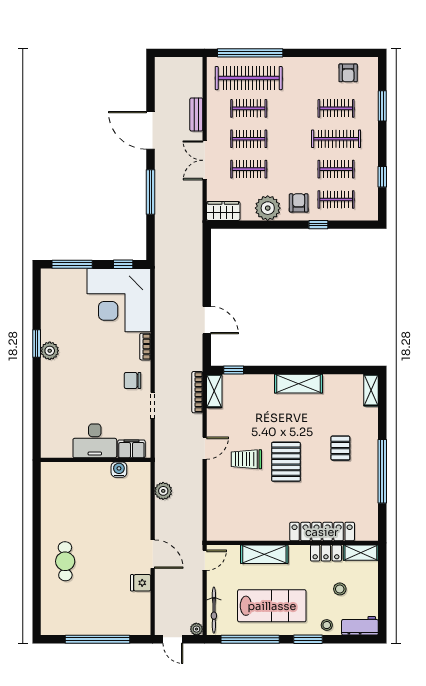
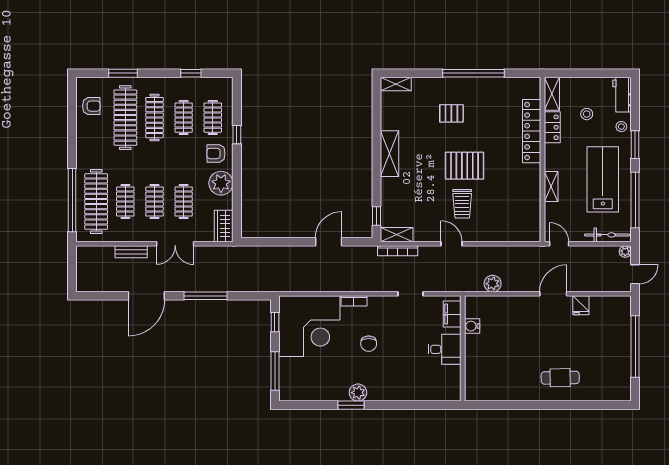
clothes rail: (336, 108) -> (125, 118), width x1.86, depth x1.31
chair: (133, 381) -> (369, 344), moved
desk: (95, 441) -> (445, 349), width x0.73
shelving: (264, 554) -> (551, 186), width x0.67, depth x0.75

